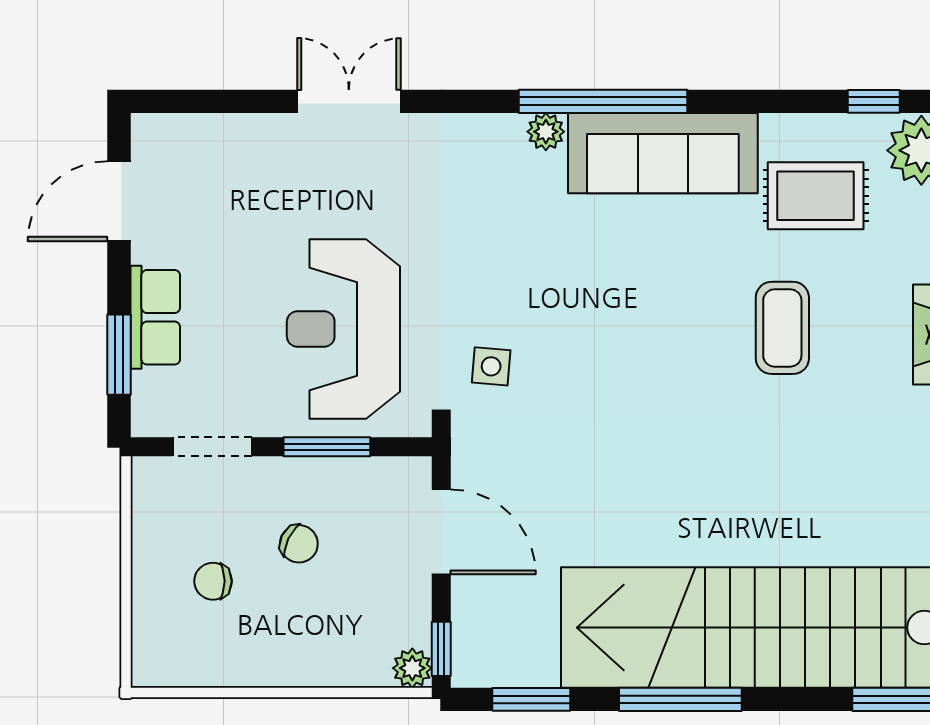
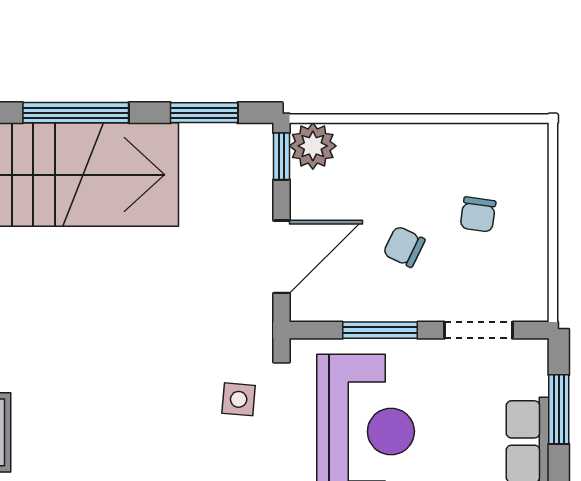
door: (441, 532) -> (281, 257), swing flipped
chair: (213, 581) -> (478, 214), turned 98
plant: (412, 668) -> (313, 146), width x1.38, depth x1.38

